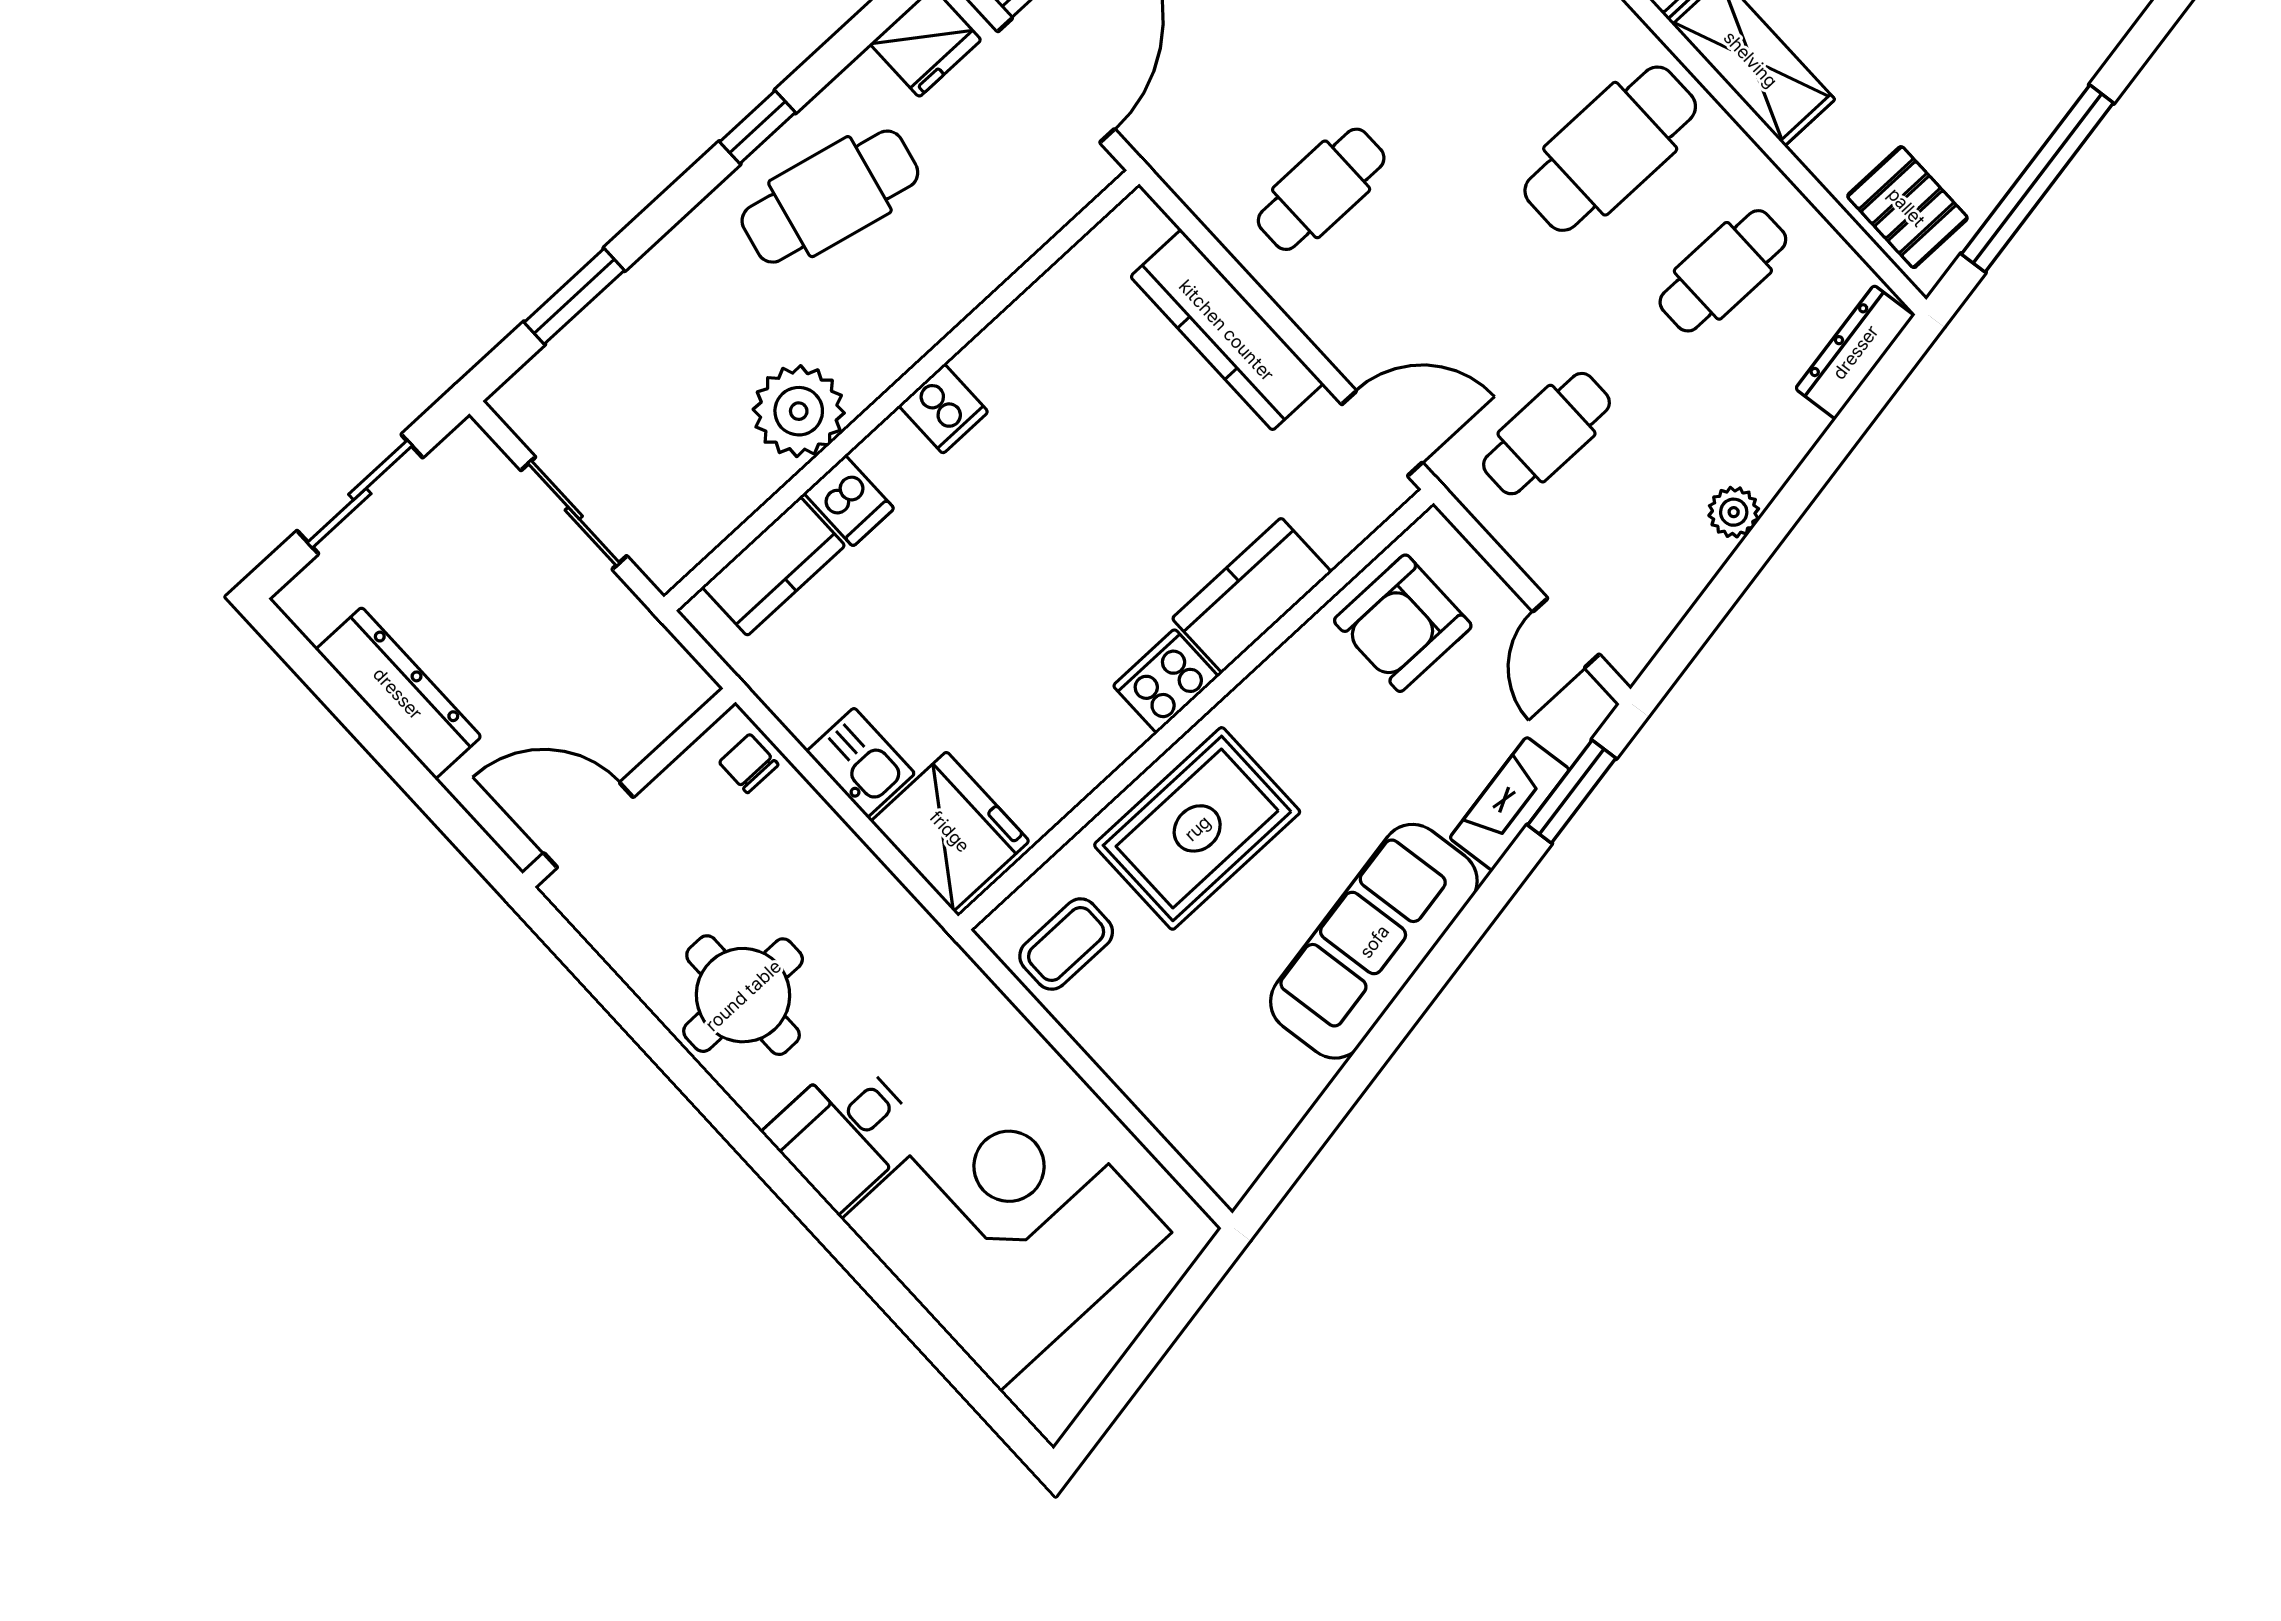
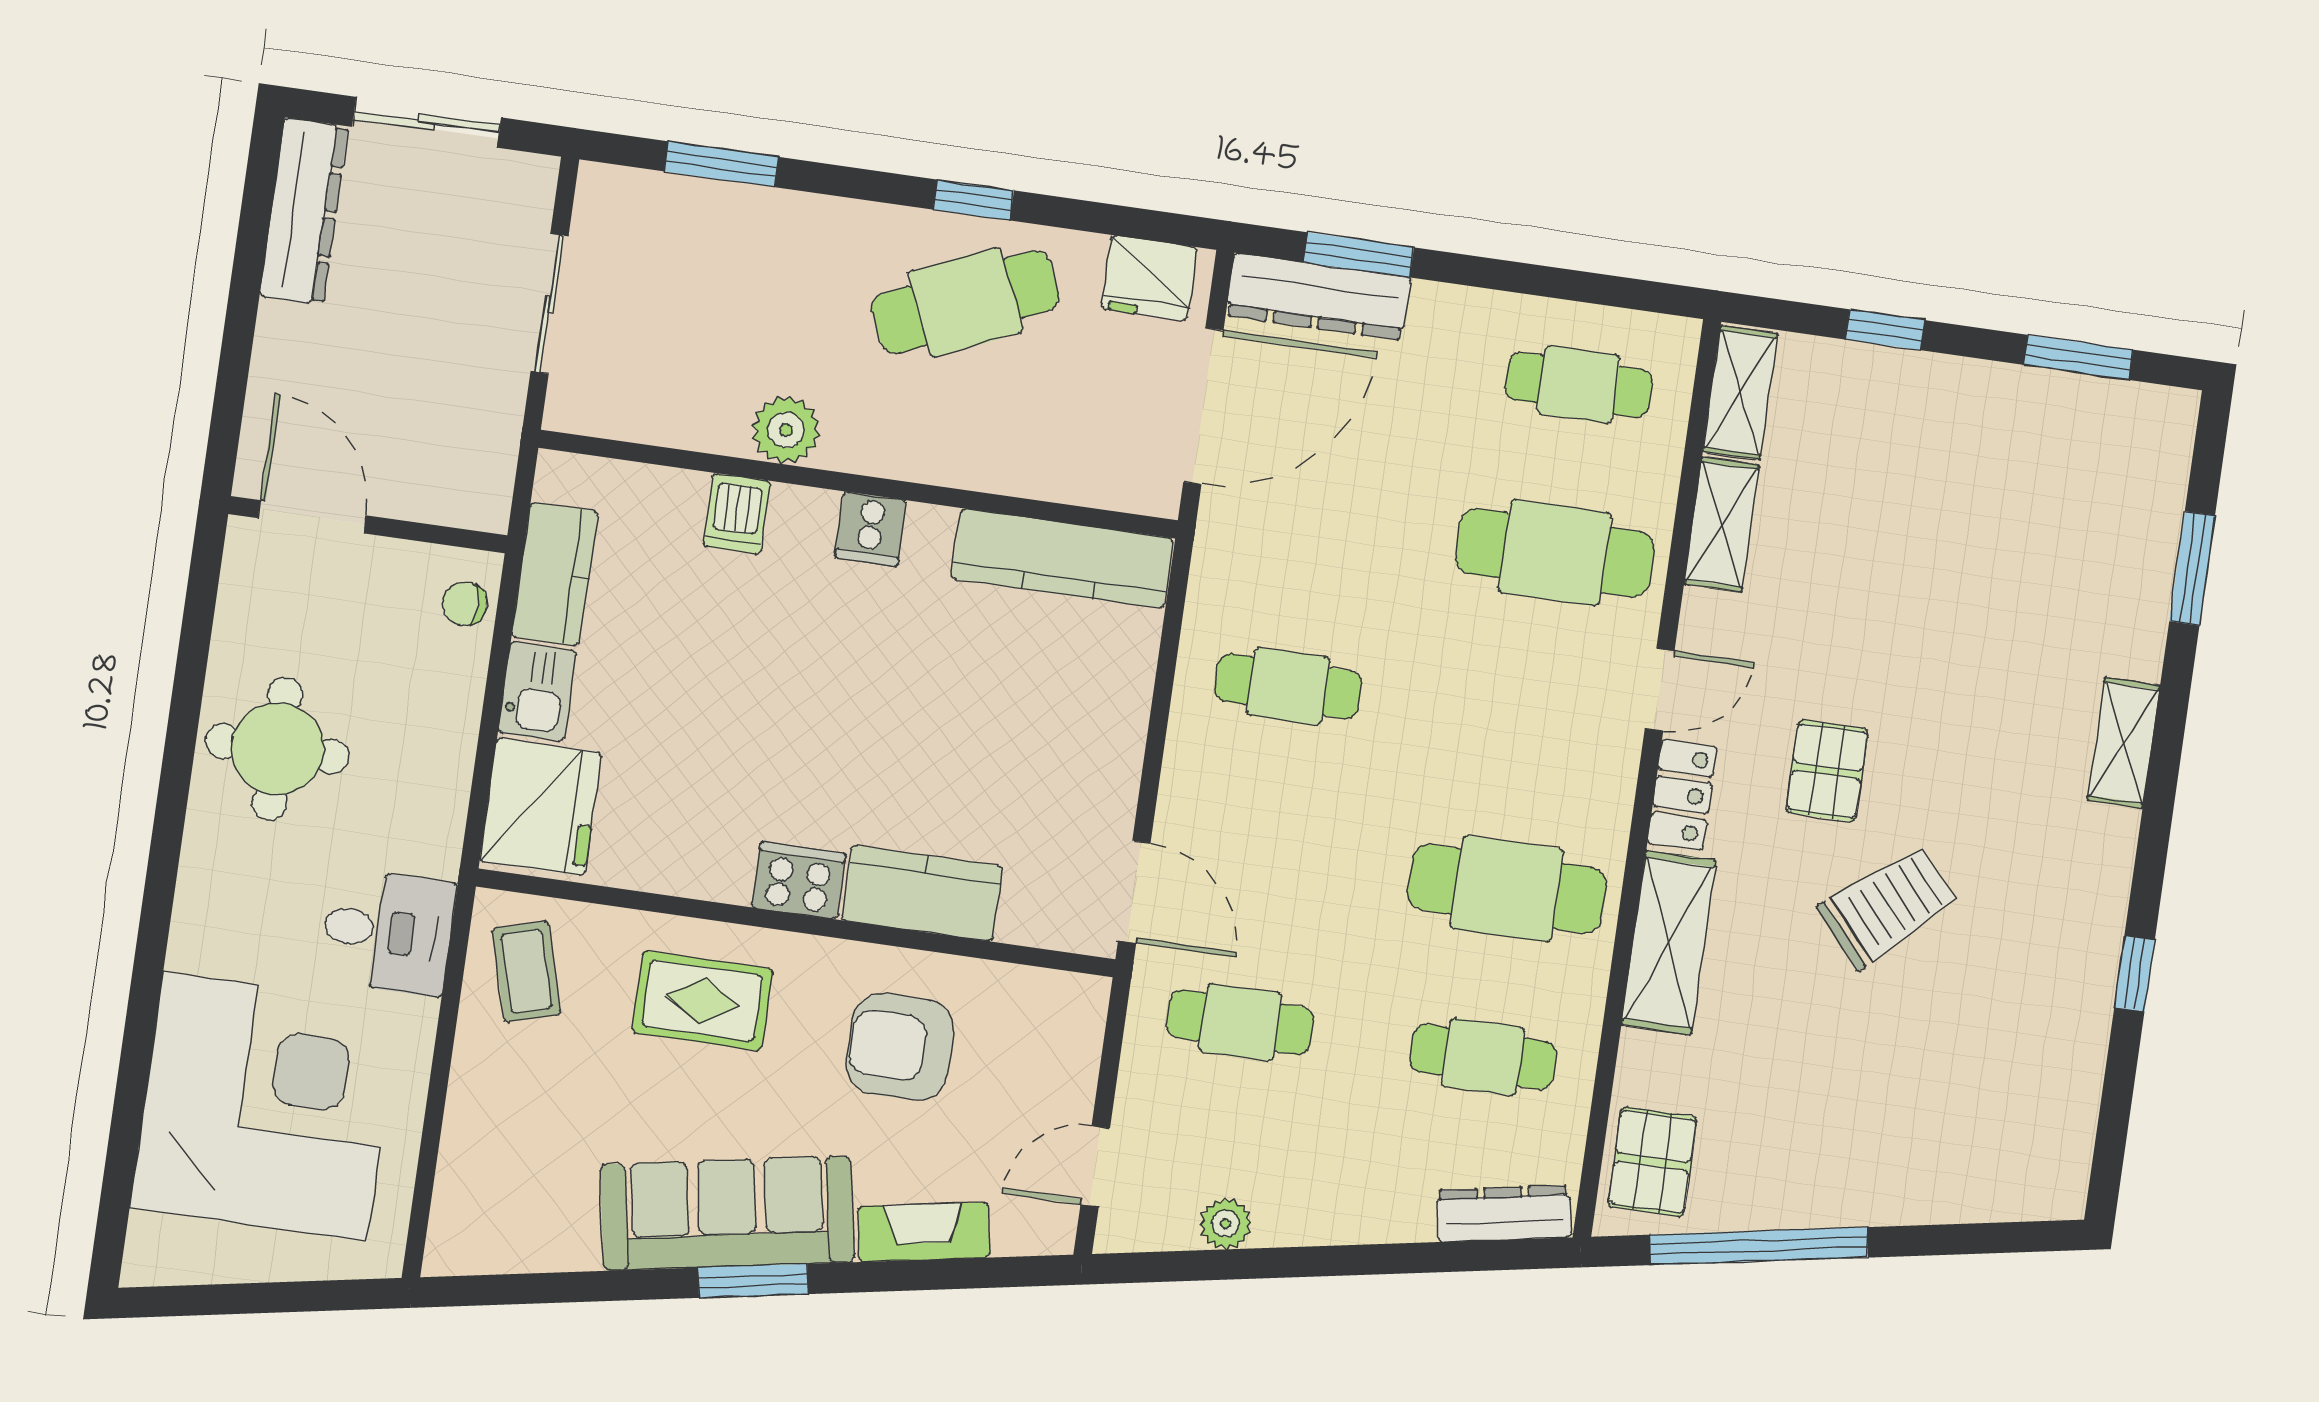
cafe table: (830, 197) -> (965, 302), turned -37
kitchen counter: (1227, 330) -> (1062, 558), moved, turned -90
plant: (799, 411) -> (786, 430), width x0.73, depth x0.73
plant: (1734, 512) -> (1226, 1224), moved
kitchen counter: (774, 566) -> (555, 574), moved, turned -90
armchair: (1403, 623) -> (900, 1047), moved
dresser: (398, 693) -> (304, 211), moved
chair: (749, 763) -> (464, 604), turned -90
window: (1572, 792) -> (753, 1281), moved
rug: (1197, 828) -> (702, 1001), width x0.73, depth x0.70
coffee table: (1066, 944) -> (526, 971), turned 74
desk: (844, 1132) -> (388, 932), moved, turned 180

